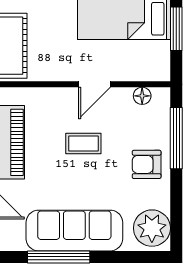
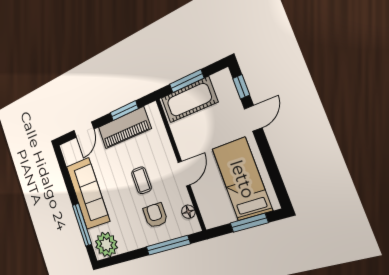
door: (94, 84) -> (184, 174), swing flipped
armchair: (147, 164) -> (155, 215), moved
window: (59, 257) -> (82, 225), moved

